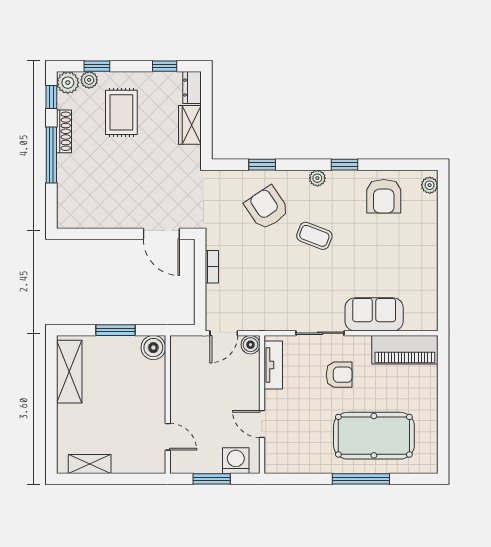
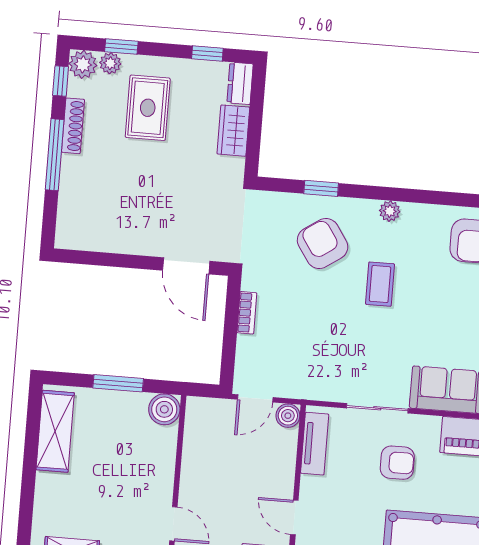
window: (344, 165) -> (426, 197), removed
coffee table: (314, 236) -> (380, 284), turned 69

